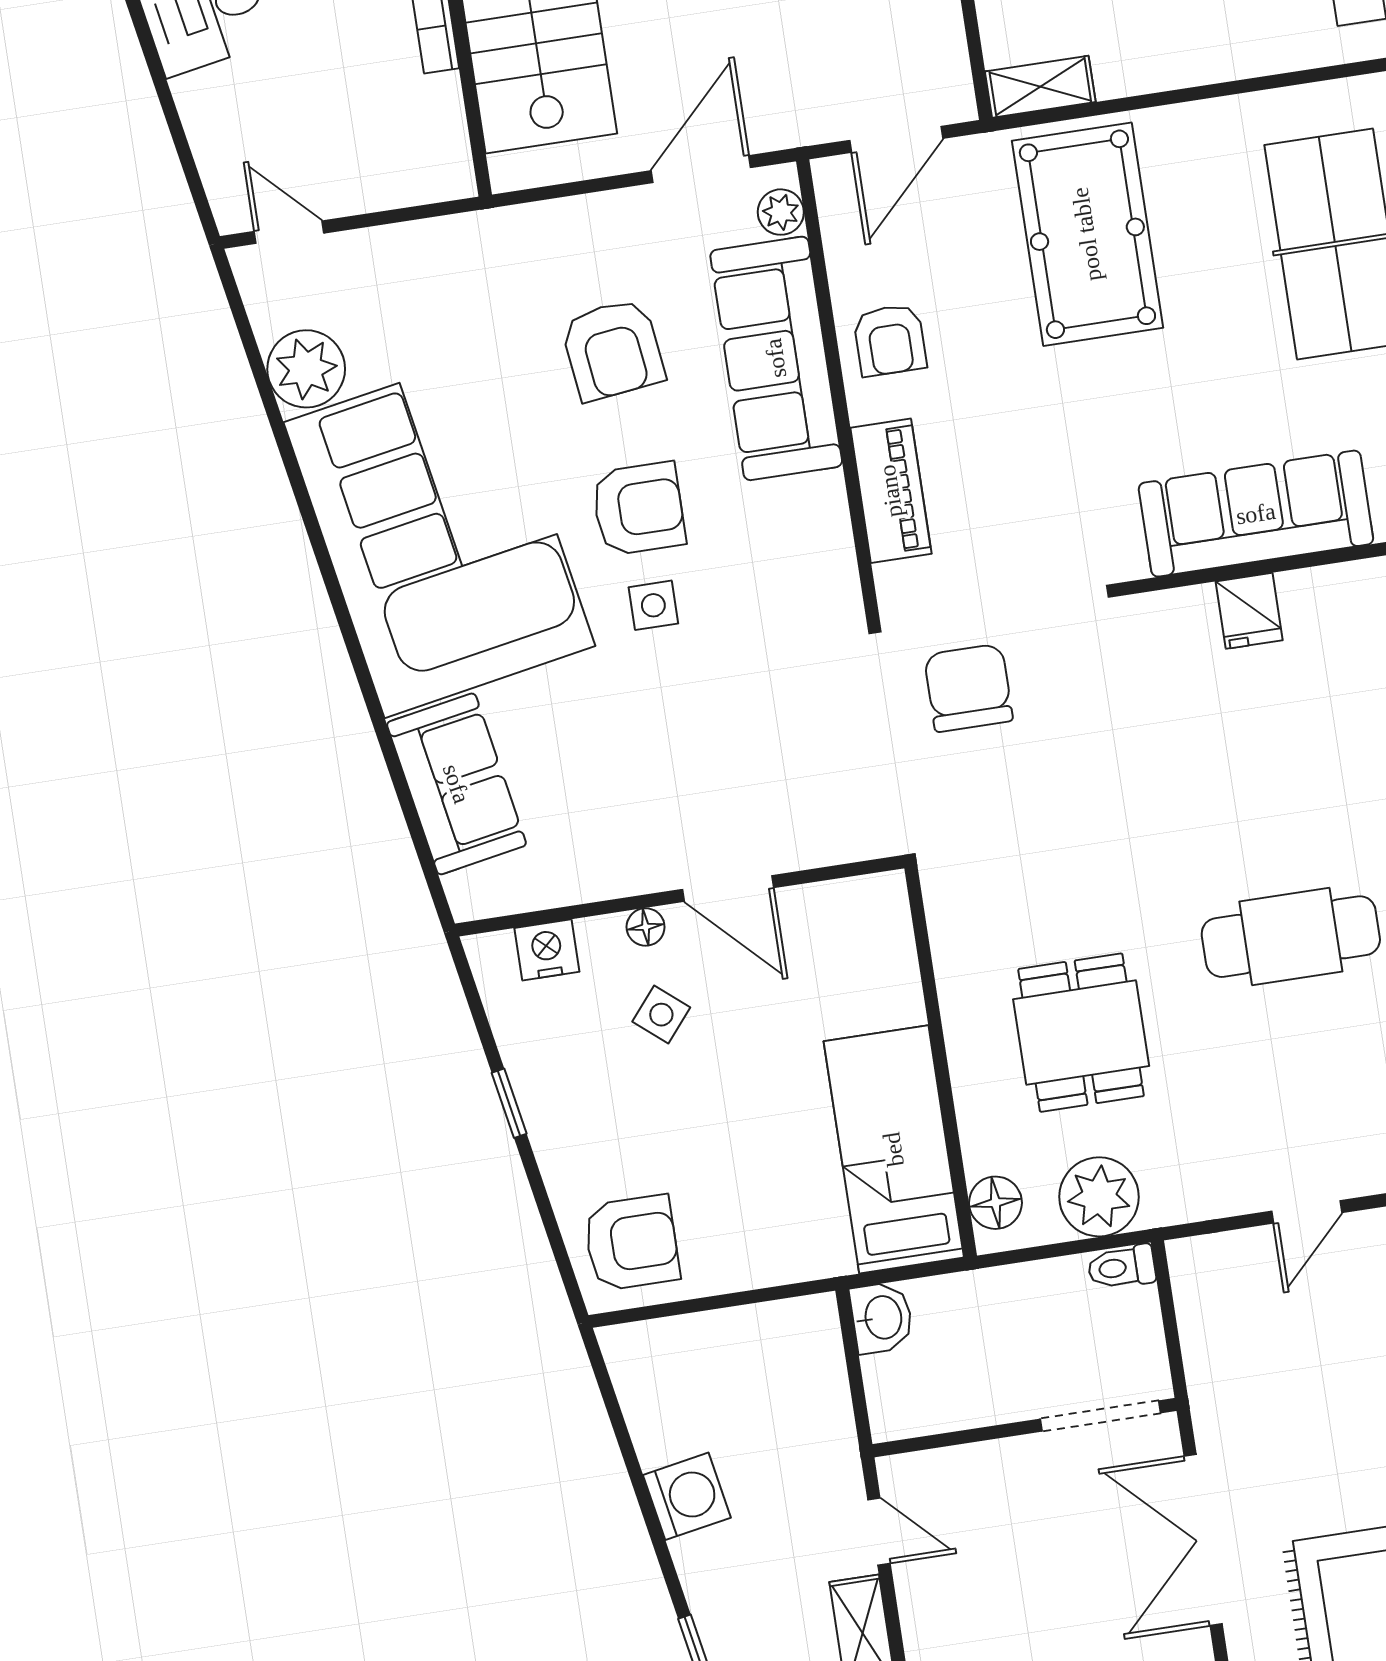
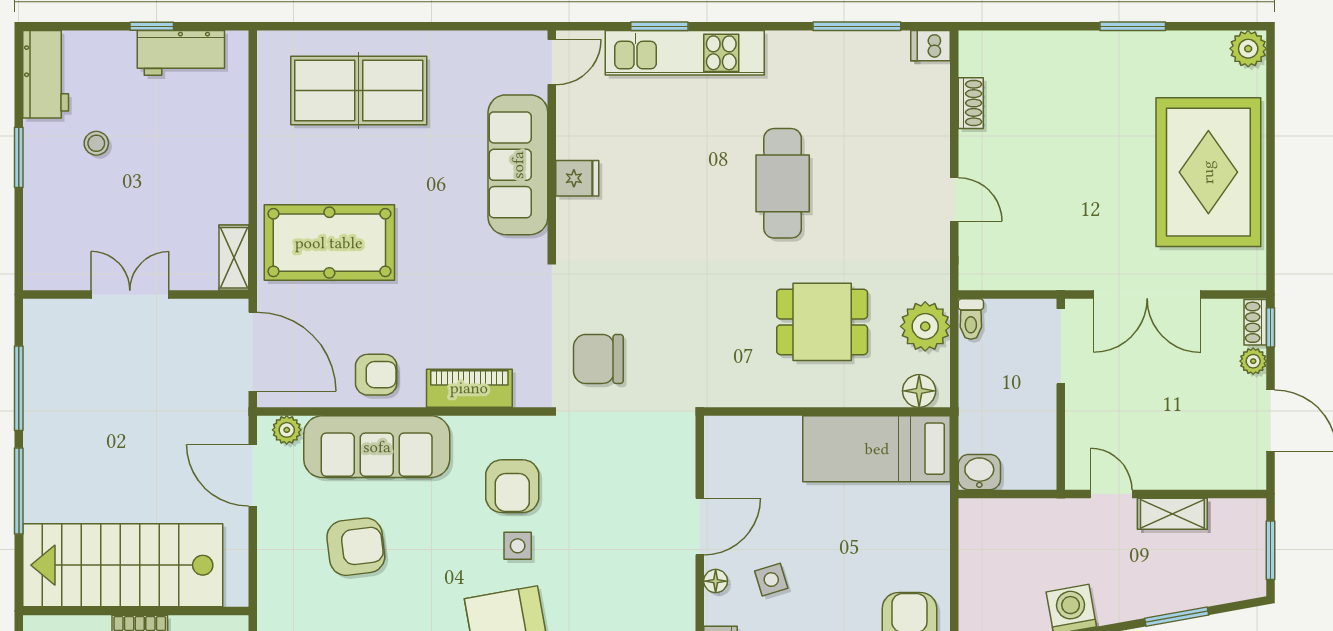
door: (896, 139) -> (253, 352), width x1.36
armchair: (639, 509) -> (512, 486), moved, turned 180
side table: (661, 1015) -> (771, 580), turned 33
door: (879, 1532) -> (1111, 494), hinge flipped

